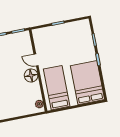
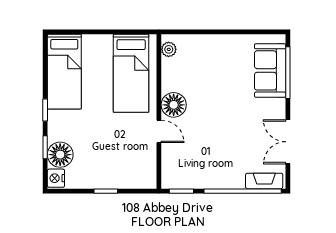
nightstand: (85, 25) -> (56, 178), added
floor lamp: (86, 38) -> (60, 155), added
bed: (87, 83) -> (64, 72), width x0.67

